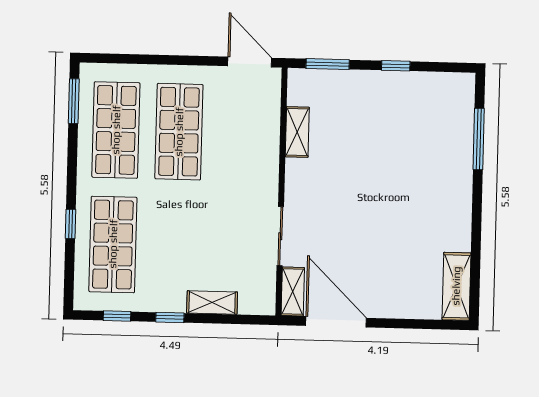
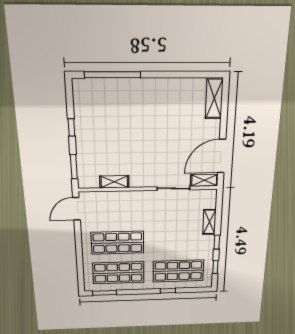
window: (479, 139) -> (112, 75), width x1.46
shelving: (456, 286) -> (214, 98), moved, turned 90

